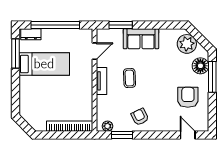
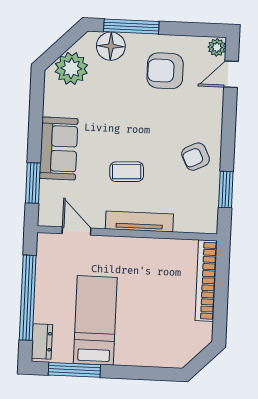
tv unit: (102, 81) -> (139, 221), width x1.41
plant: (107, 126) -> (217, 47), moved

